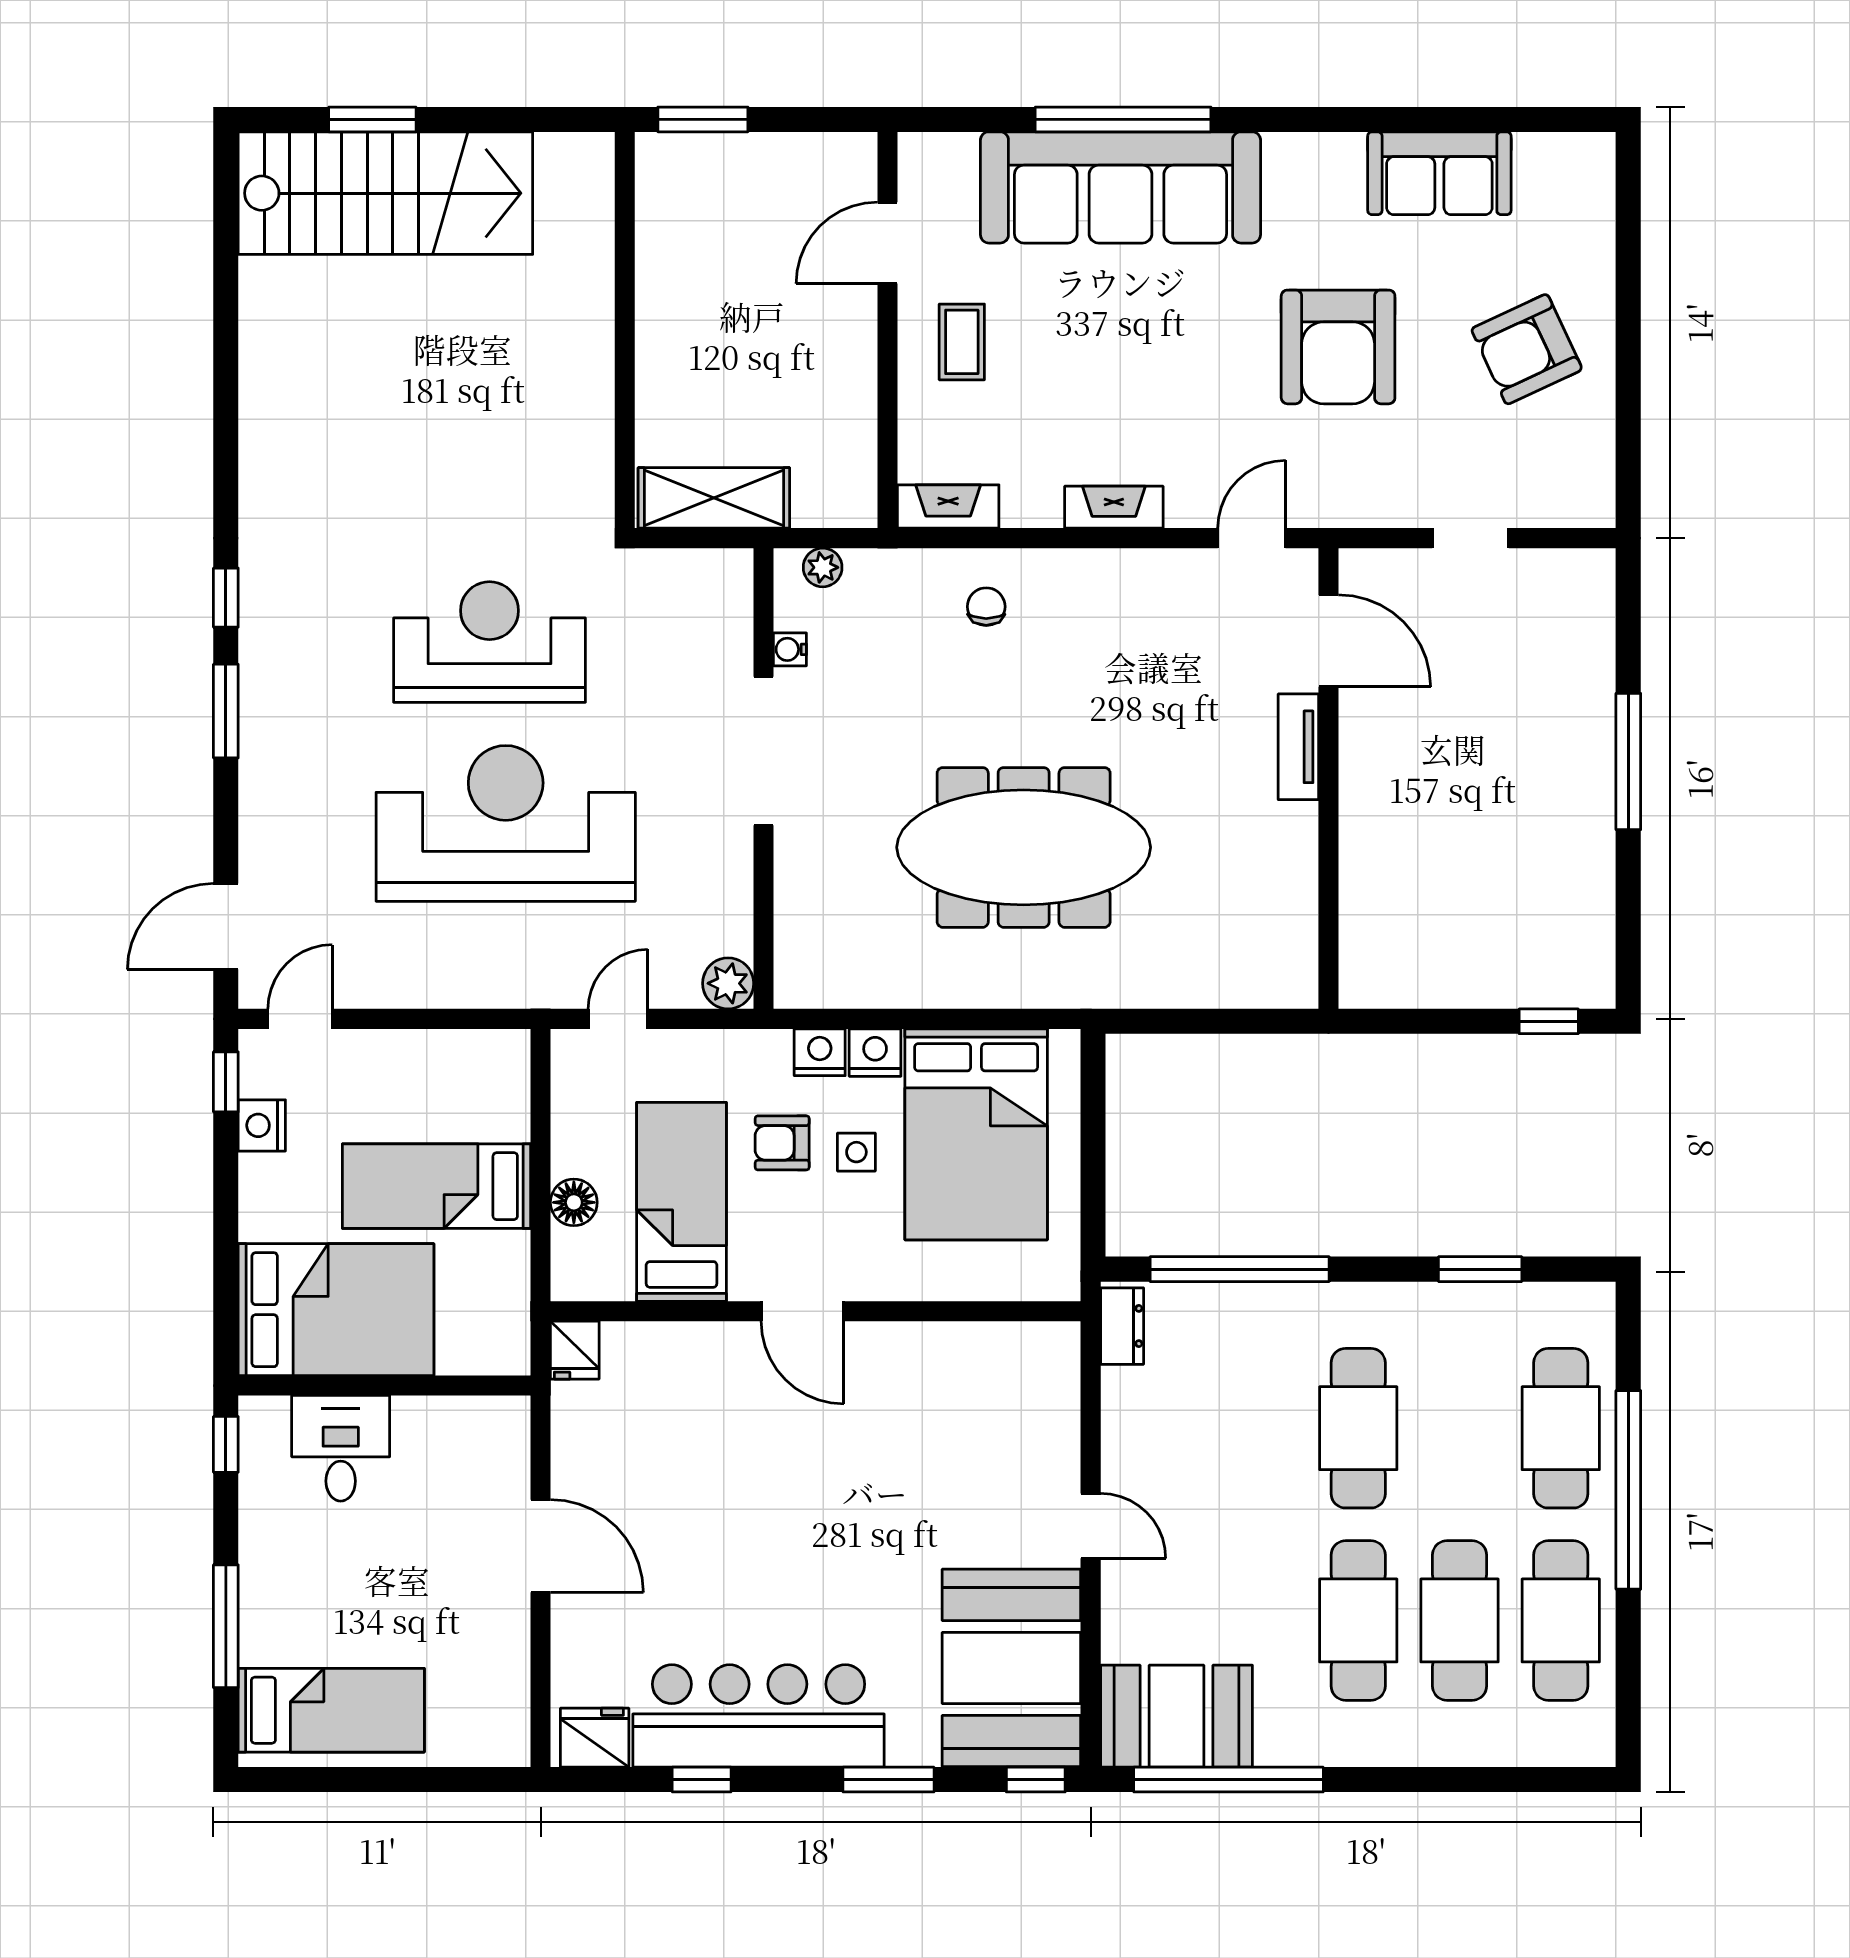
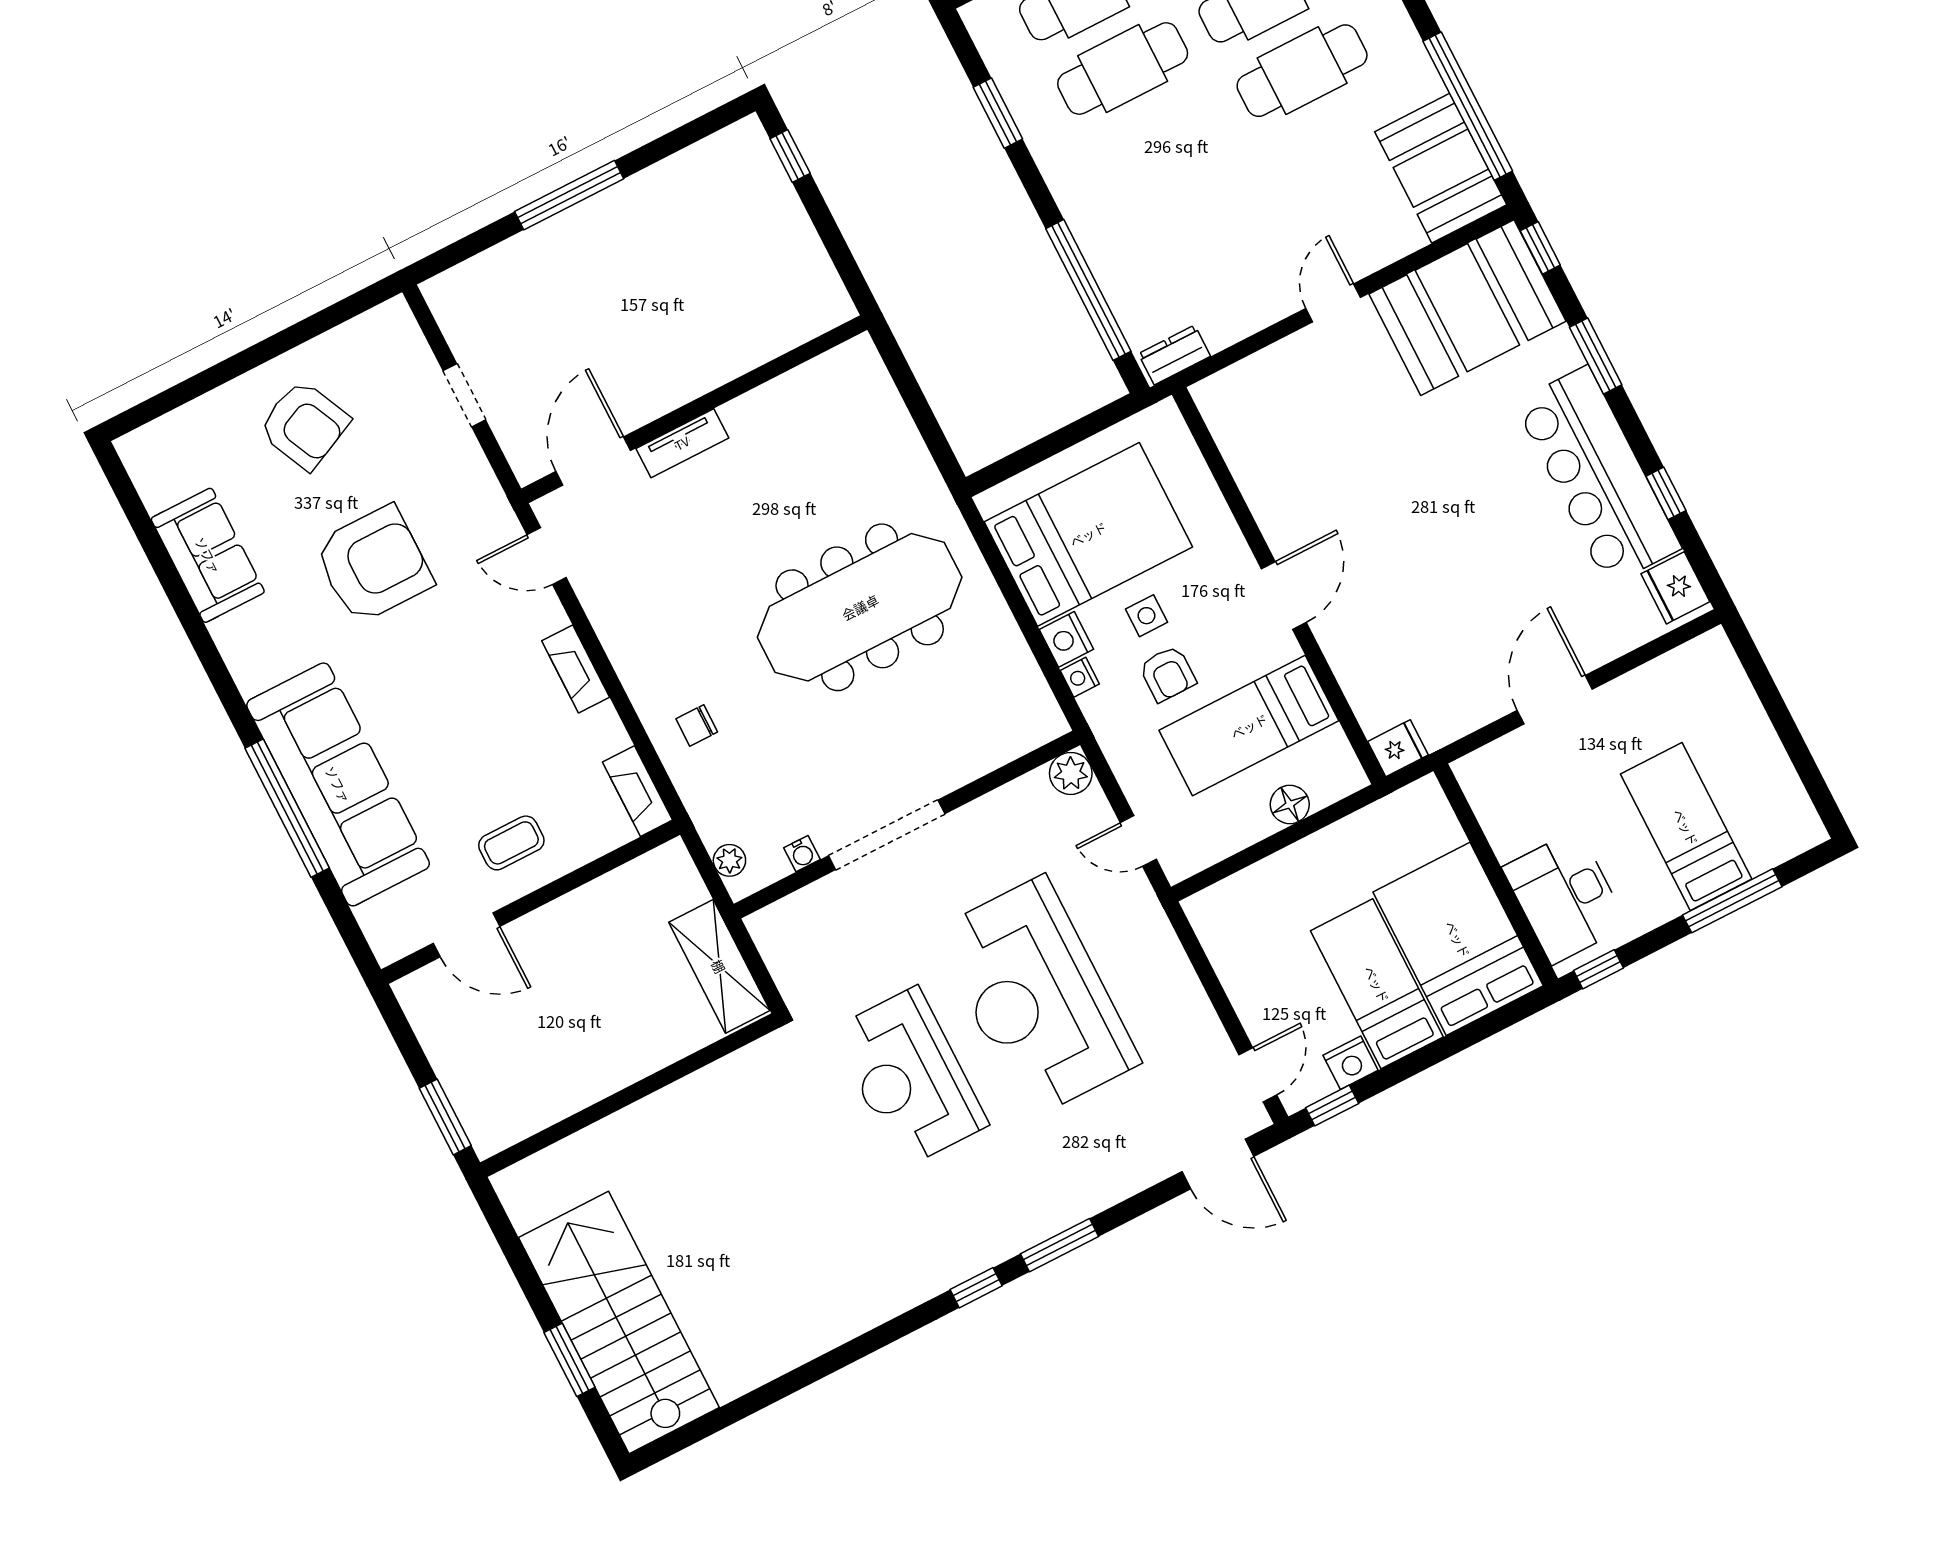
meeting table: (1024, 847) -> (860, 607), turned 90
door: (300, 1019) -> (1258, 1075), swing flipped
nightstand: (820, 1052) -> (1080, 677), width x0.72, depth x0.74
bed: (437, 1186) -> (1377, 984), moved, turned 180
cafe table: (1358, 1428) -> (1123, 69), moved
desk: (341, 1448) -> (1565, 897), width x1.37
bed: (331, 1710) -> (1686, 827), moved

